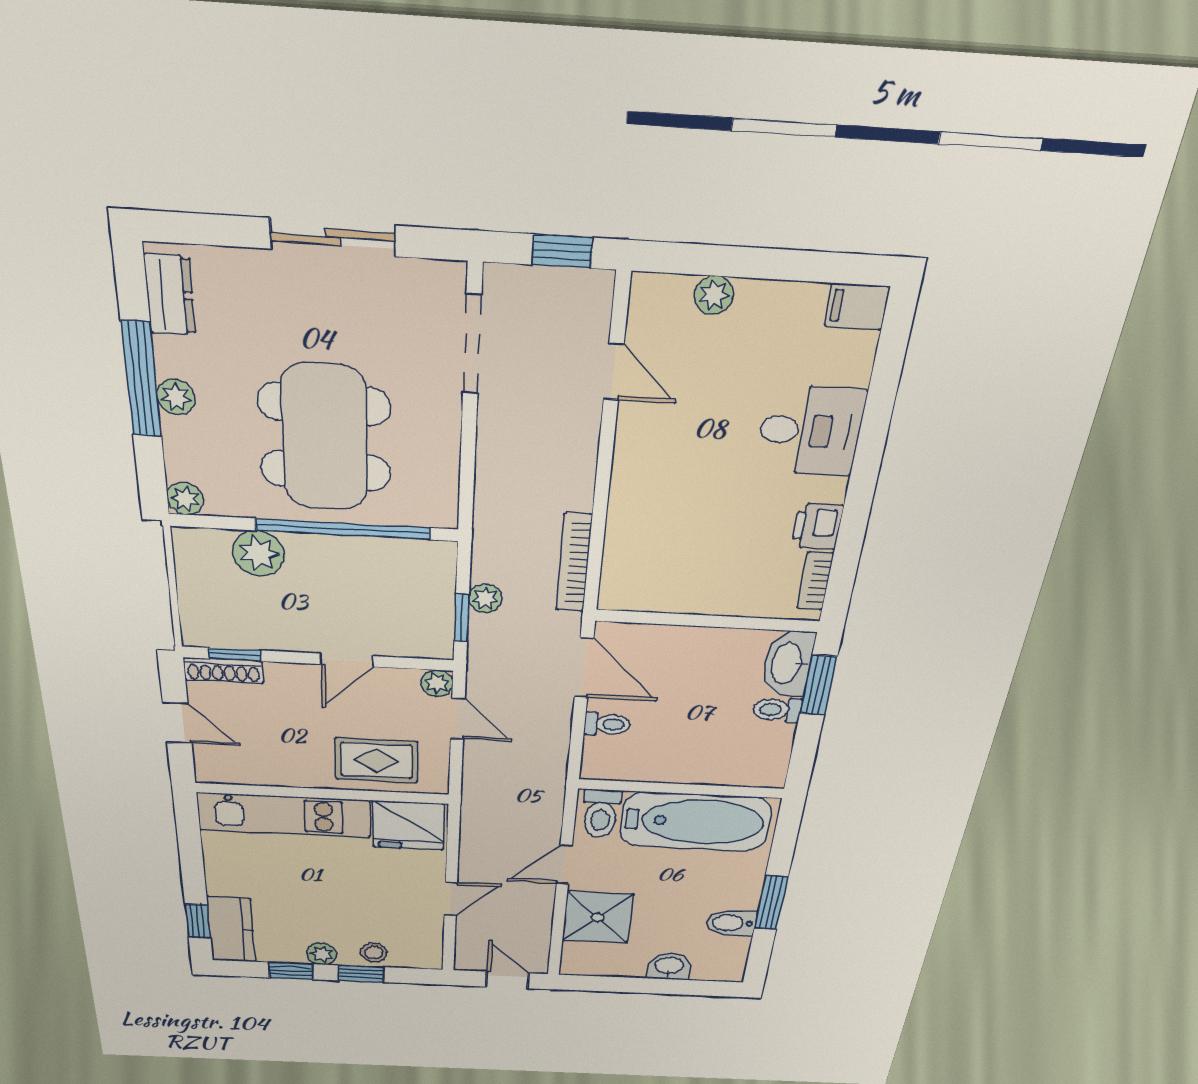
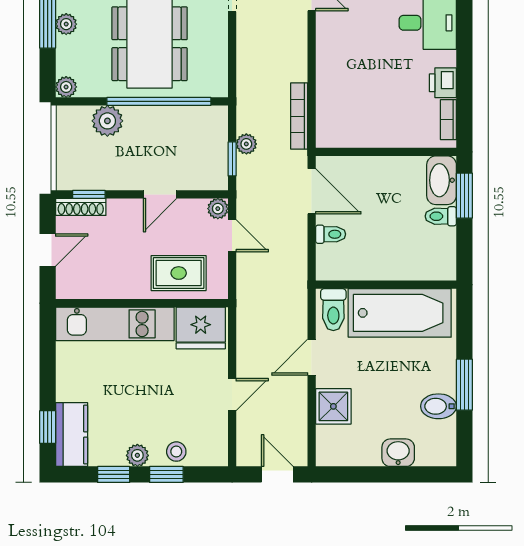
door: (177, 723) -> (48, 250), hinge flipped
shower: (598, 917) -> (333, 406), width x0.73, depth x0.73

